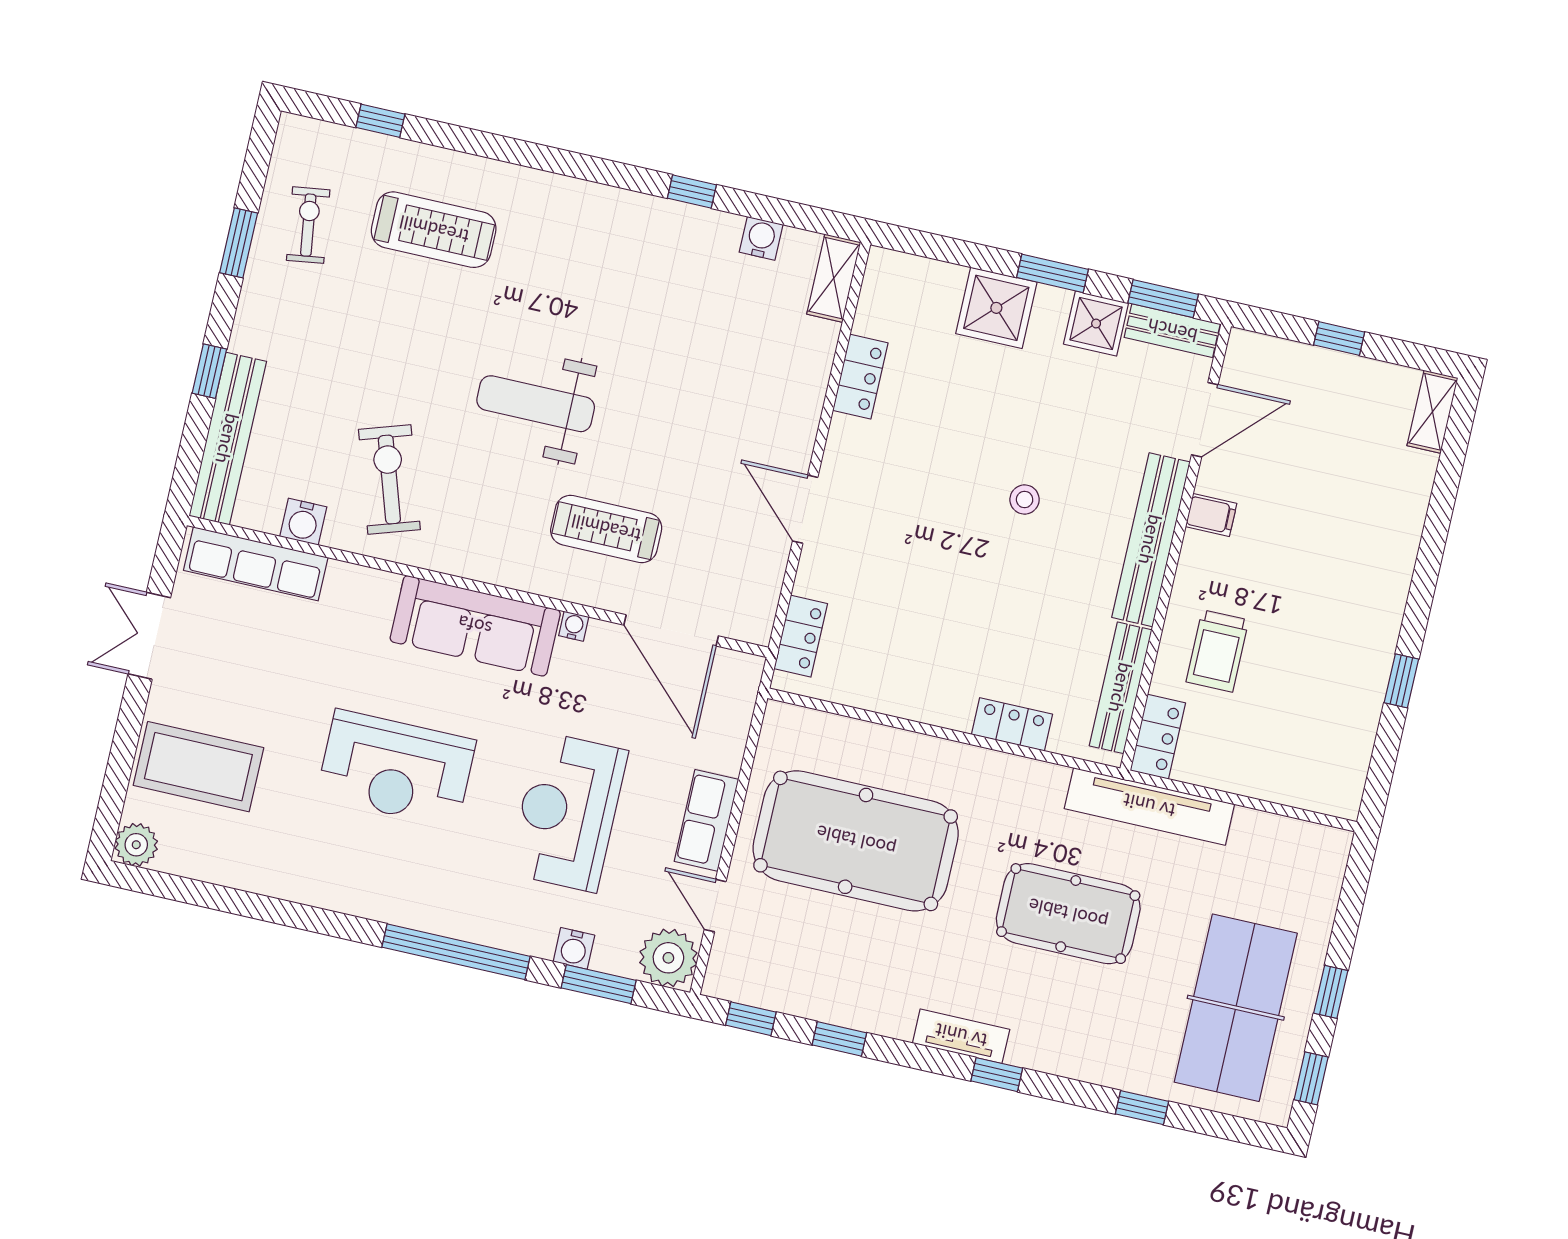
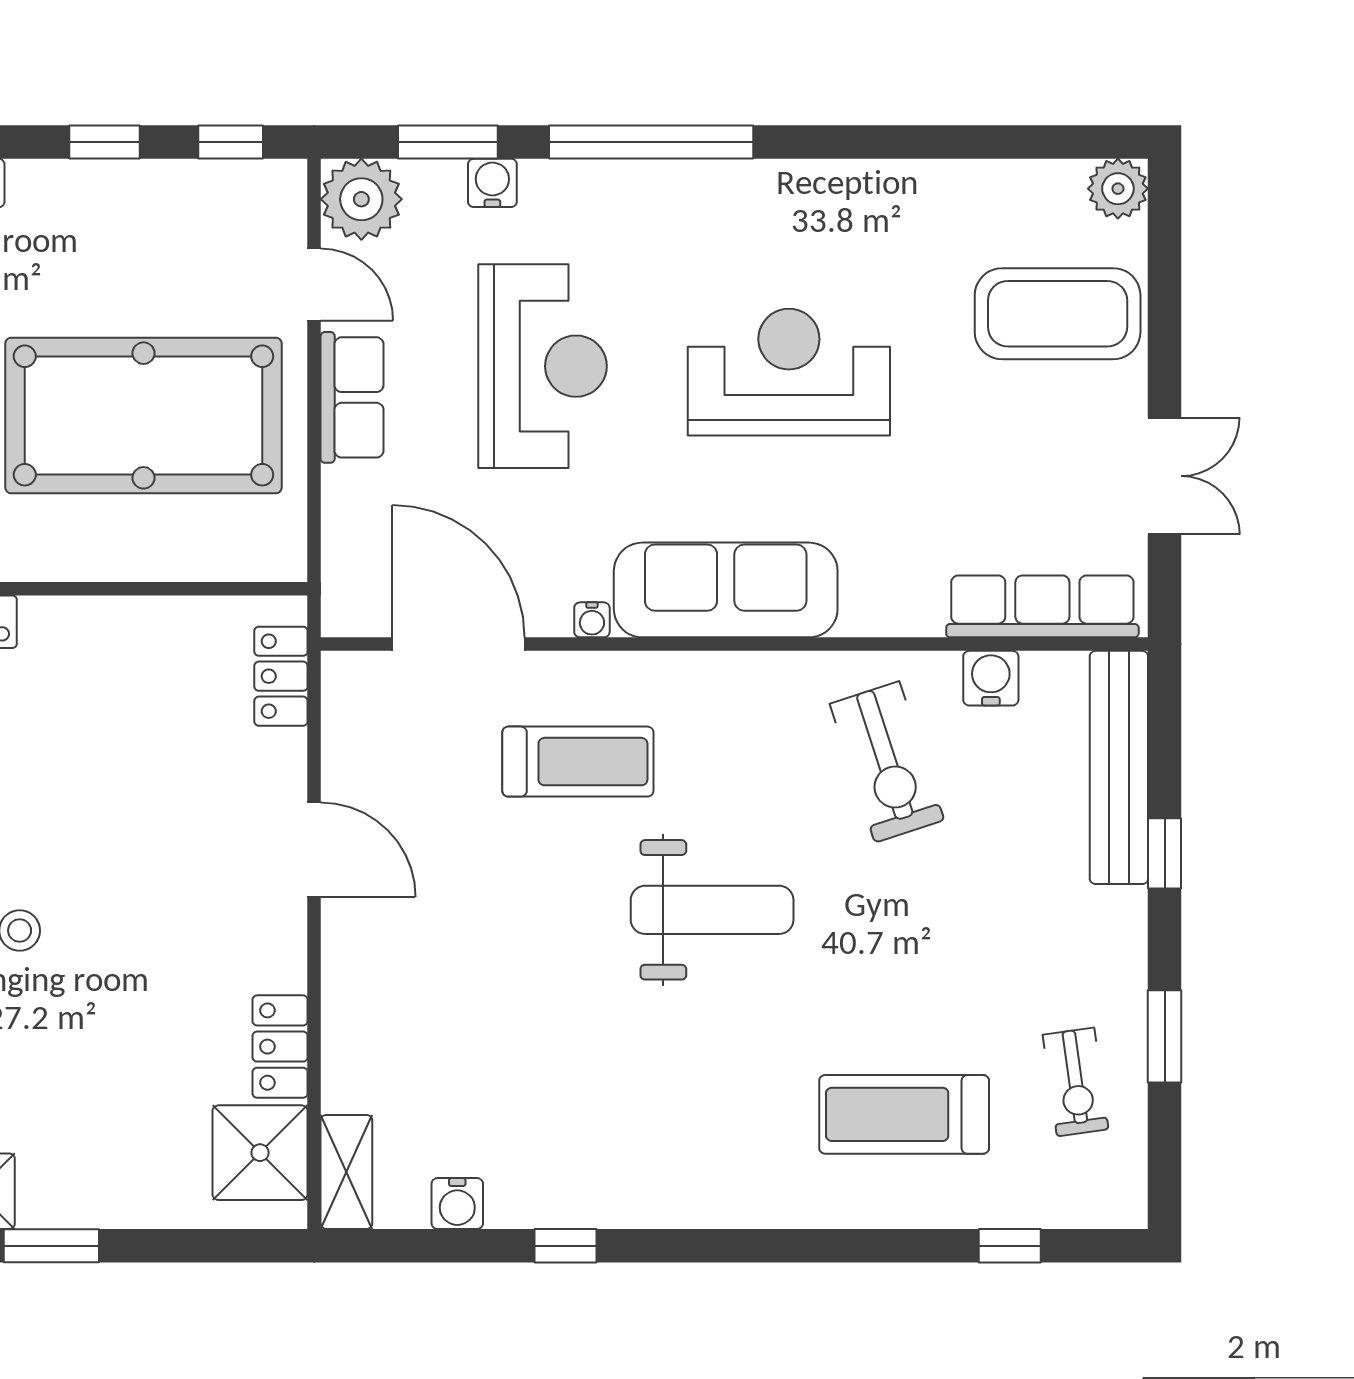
shower: (996, 308) -> (260, 1153), moved

